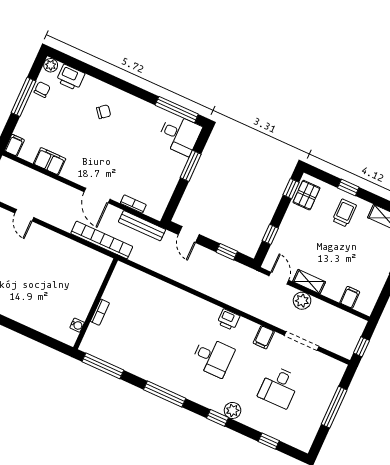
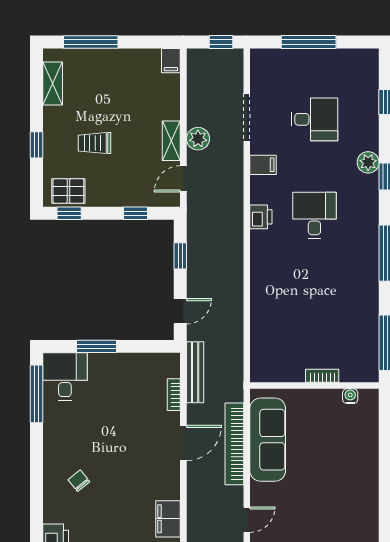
trolley: (344, 213) -> (95, 143), moved
bookcase: (102, 240) -> (234, 444), moved
sofa: (73, 255) -> (268, 440), added
filing cabinet: (350, 297) -> (171, 61), moved, turned -90

